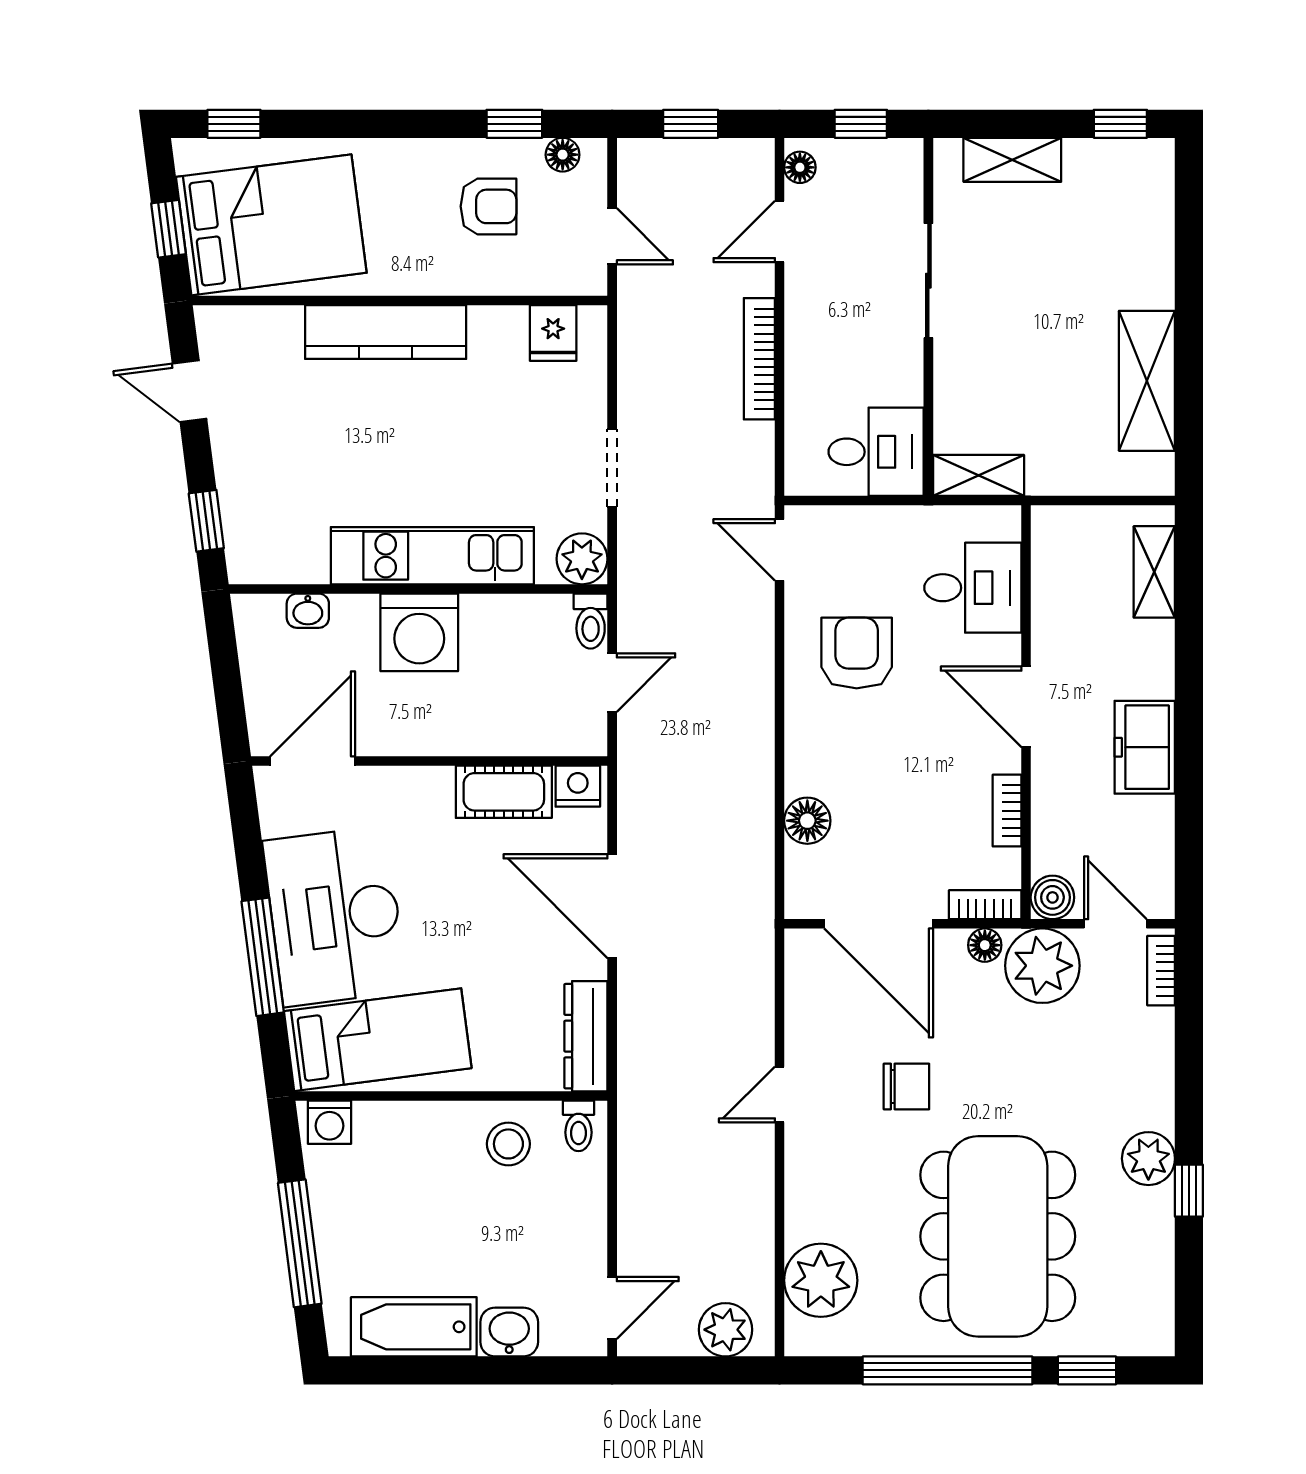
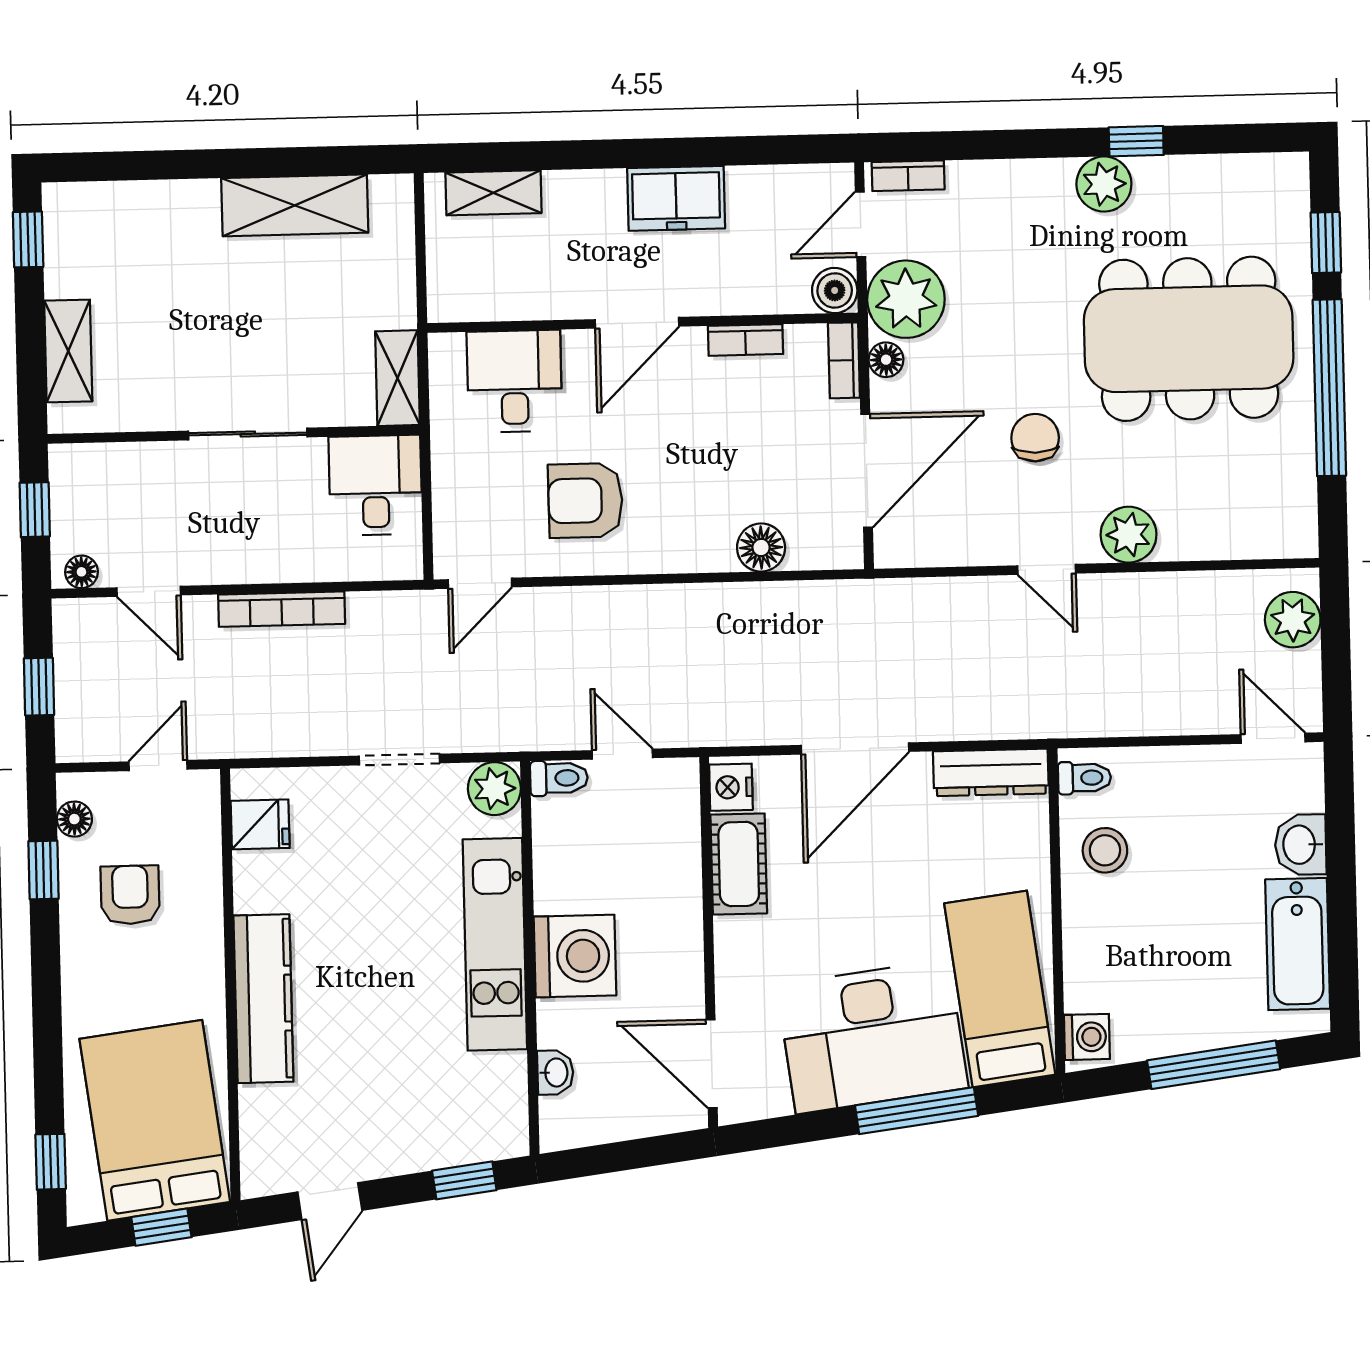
sliding door: (928, 281) -> (248, 434), moved
plant: (821, 1280) -> (1129, 535), moved, width x0.73, depth x0.73

